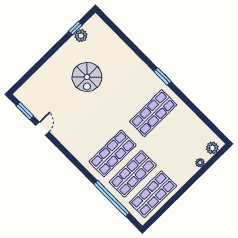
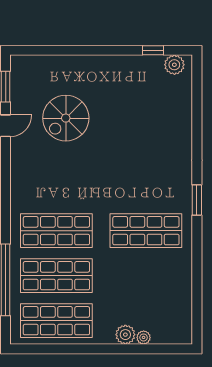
plant: (81, 36) -> (174, 65), moved
spiral stairs: (87, 77) -> (66, 118), moved
plant: (212, 148) -> (125, 335), moved

